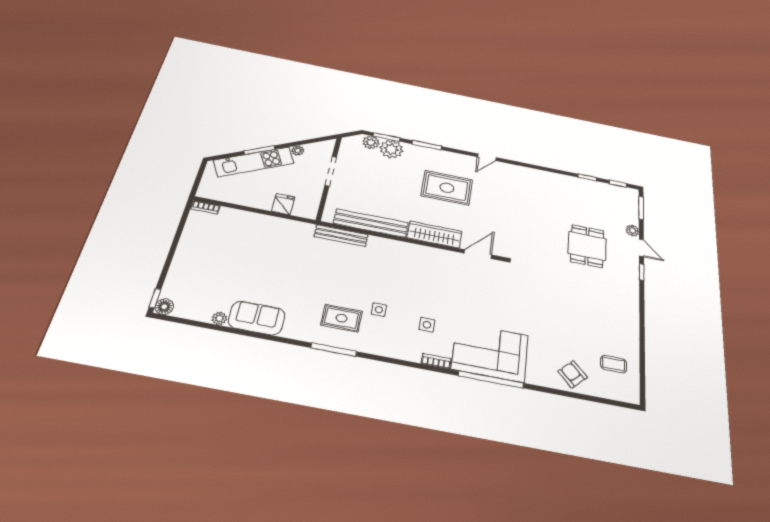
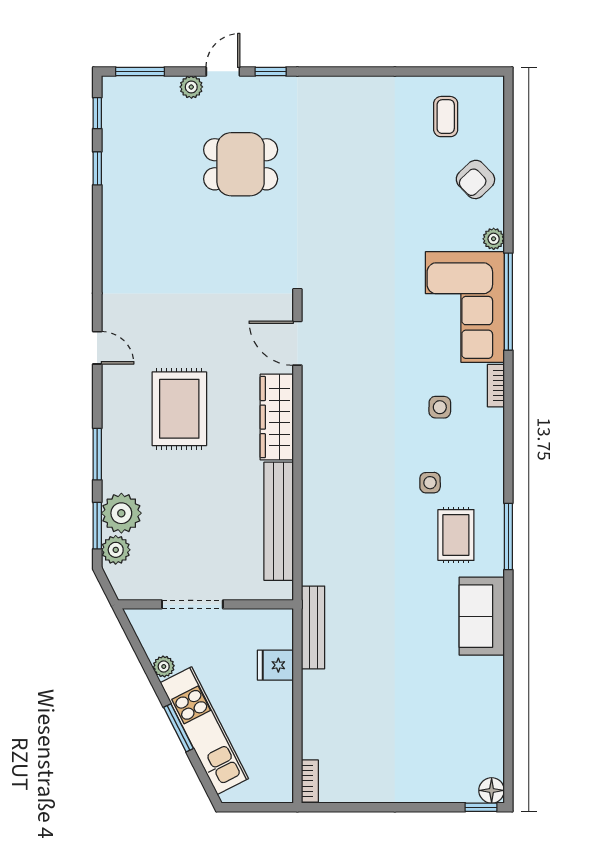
bench: (341, 236) -> (313, 627), moved
plant: (219, 318) -> (494, 239), moved
sofa: (257, 318) -> (482, 616), moved

